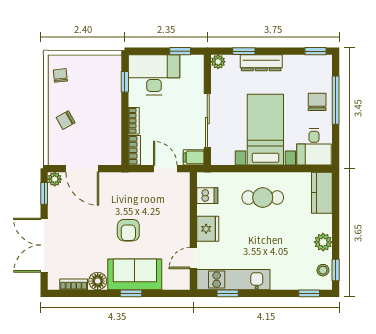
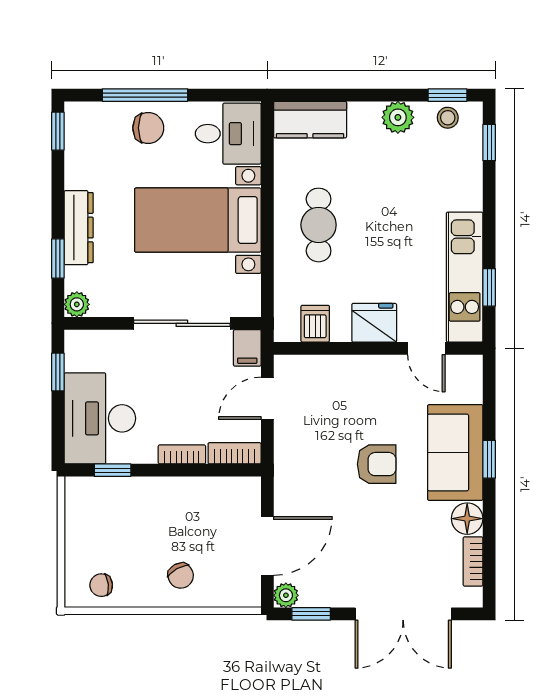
chair: (317, 102) -> (148, 128), turned 180

